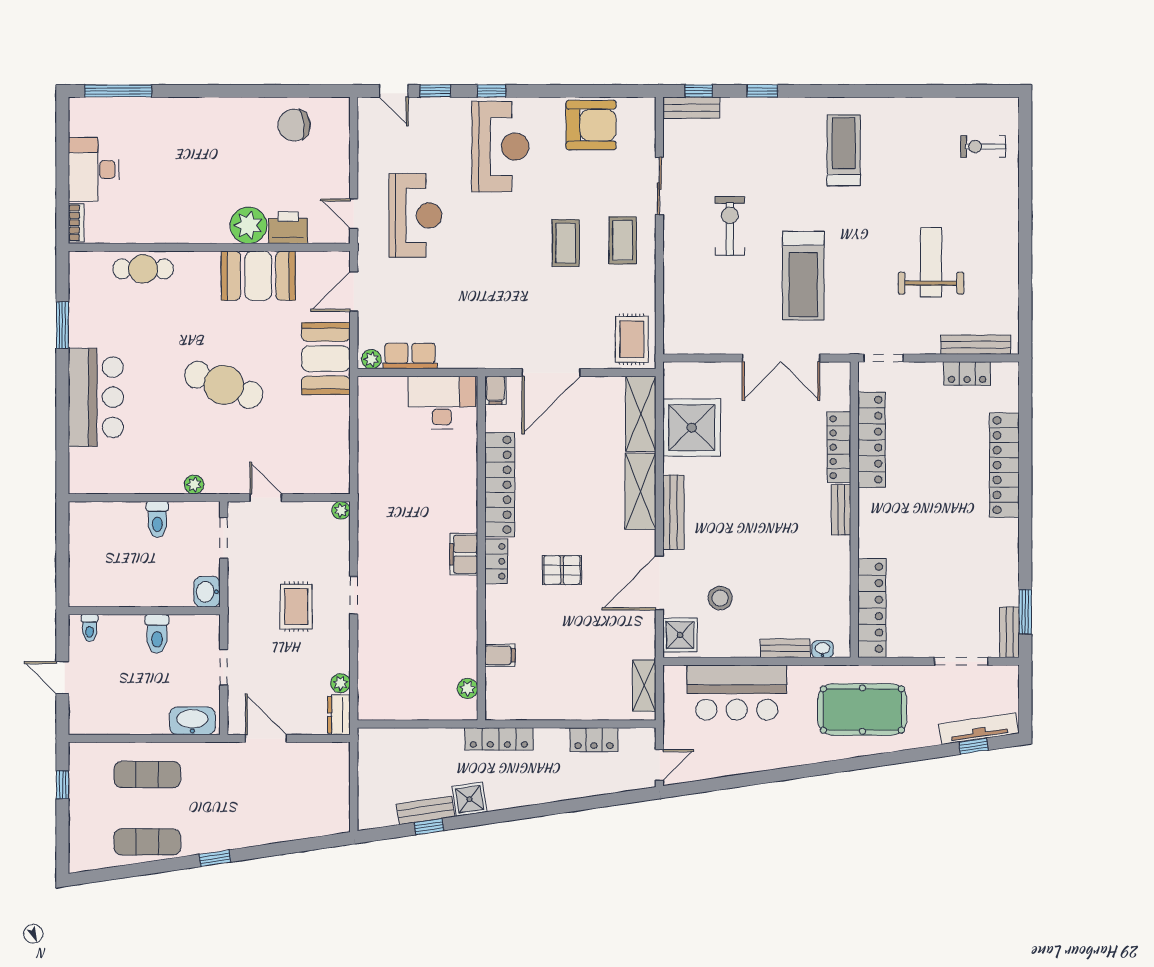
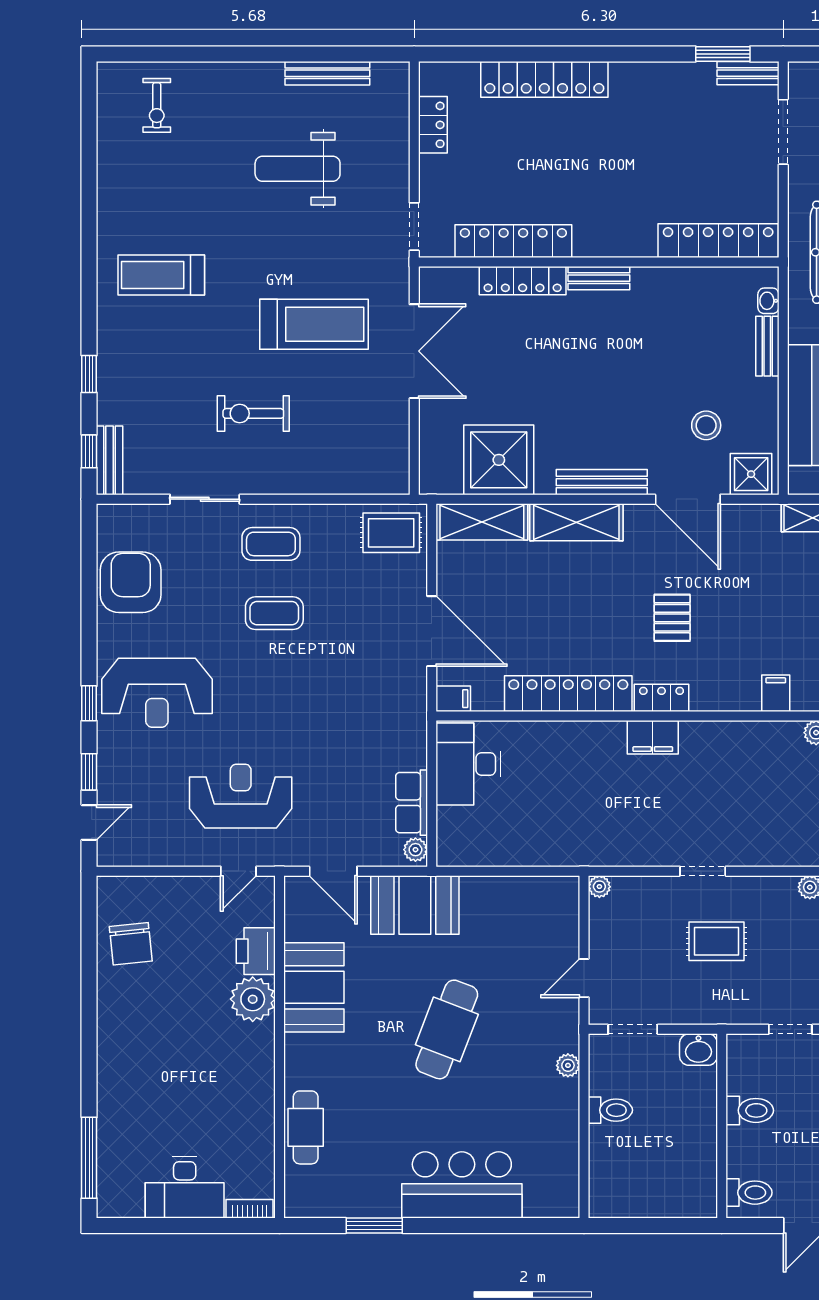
reception desk: (500, 147) -> (157, 693), turned 180
bench: (976, 345) -> (327, 73), moved, turned 90
toilet: (90, 628) -> (749, 1193), width x1.37, depth x1.39

